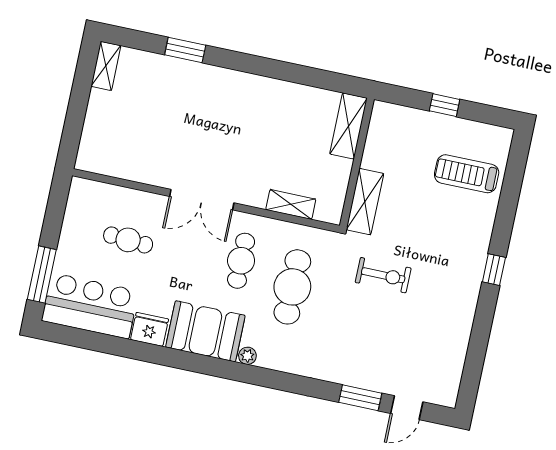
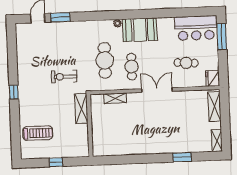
shelving: (348, 126) -> (214, 106), moved
fridge: (150, 329) -> (212, 78), moved, turned 90

